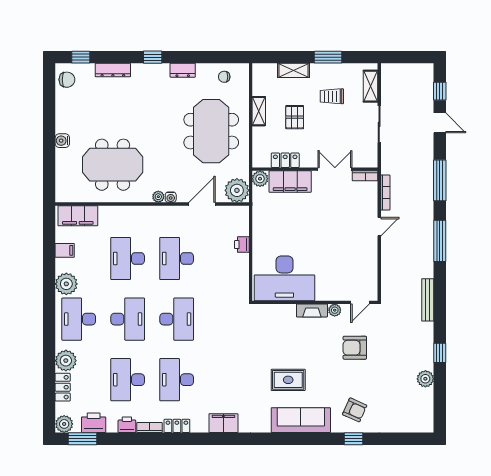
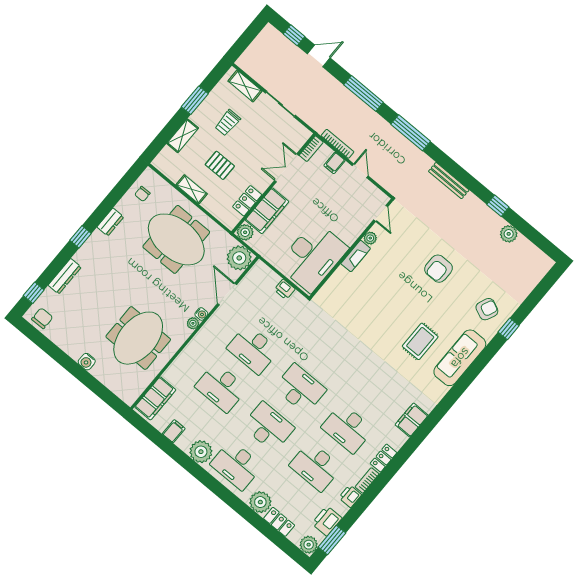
filing cabinet: (369, 202) -> (334, 163), added
desk: (284, 278) -> (313, 257), moved
wall: (315, 302) -> (351, 248), moved
door: (360, 302) -> (381, 213), moved
fireplace: (312, 310) -> (356, 256), moved
plant: (335, 310) -> (370, 238), moved

